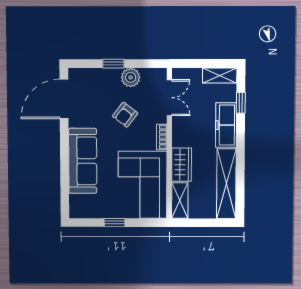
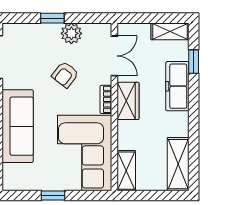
wardrobe: (182, 165) -> (128, 101), moved
shelving: (226, 184) -> (178, 164), width x0.68

